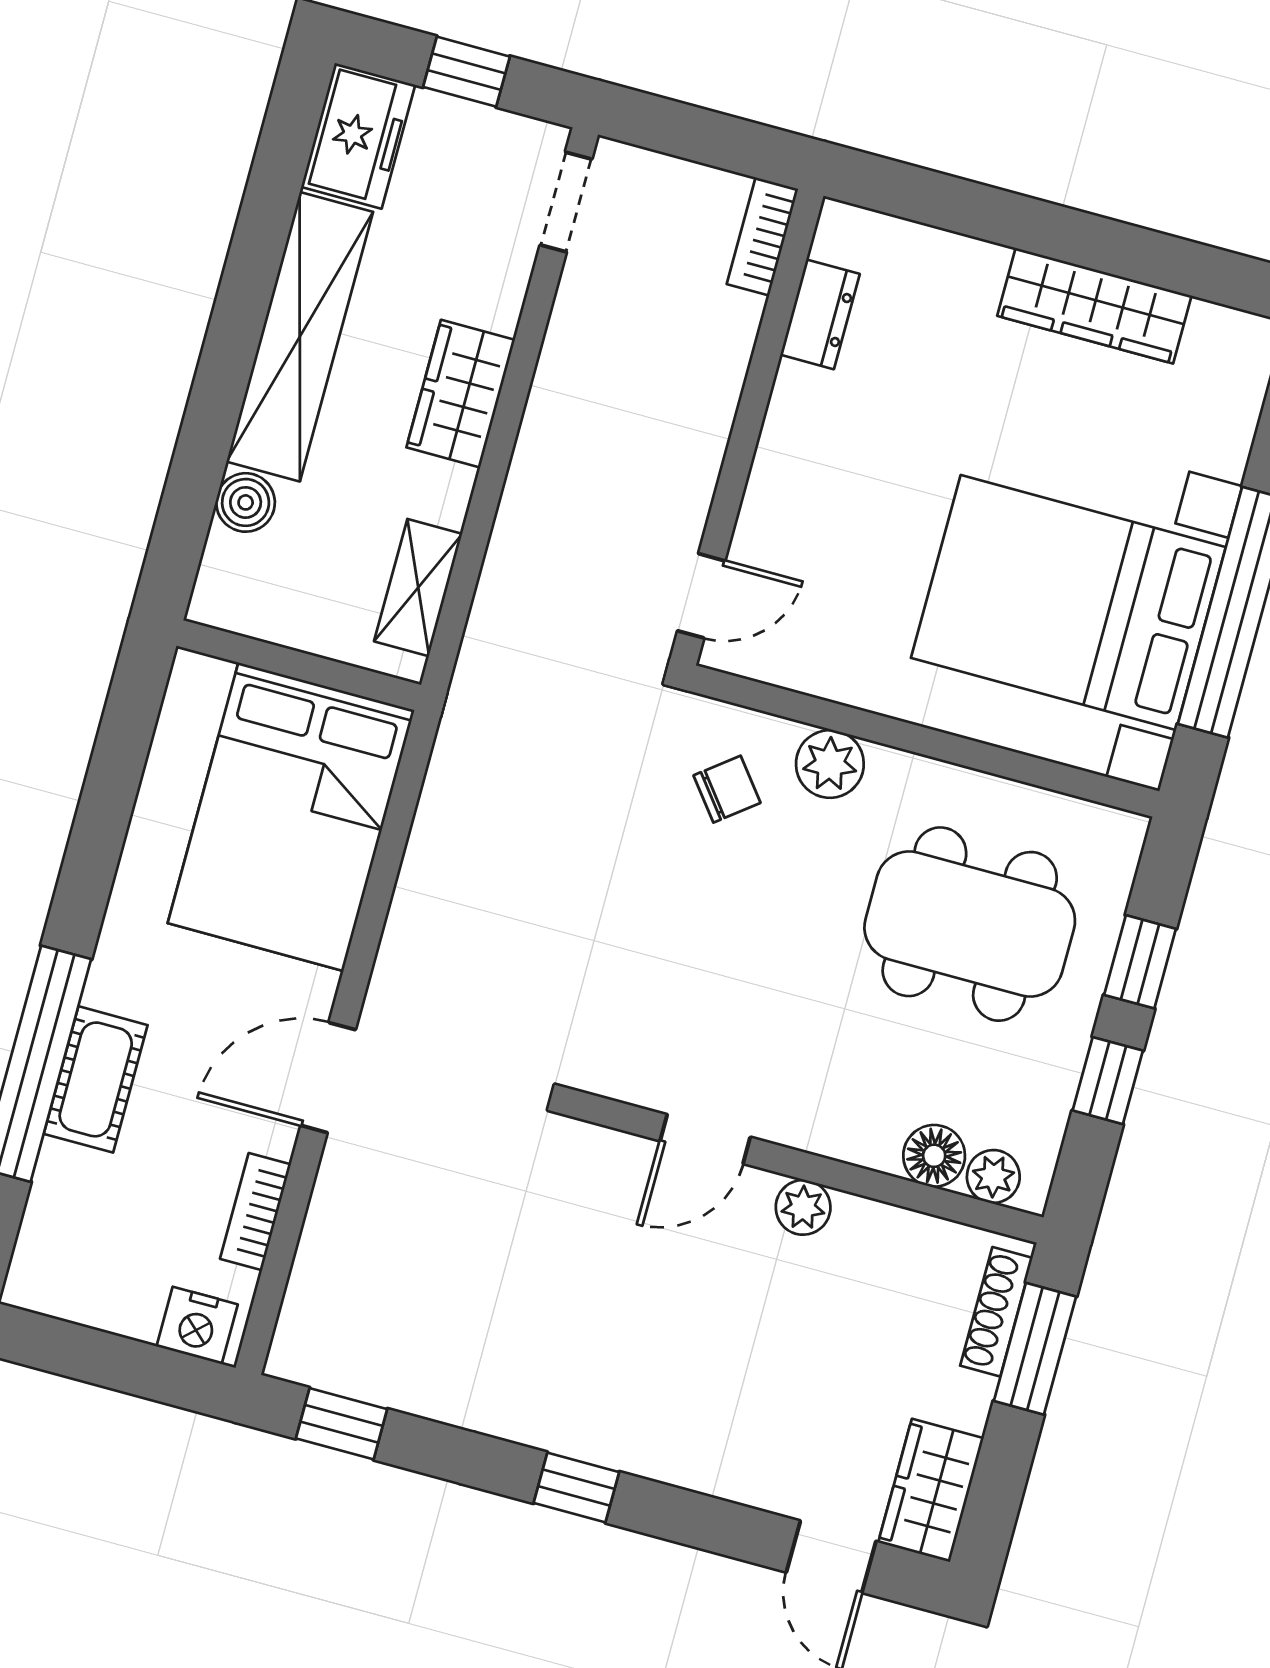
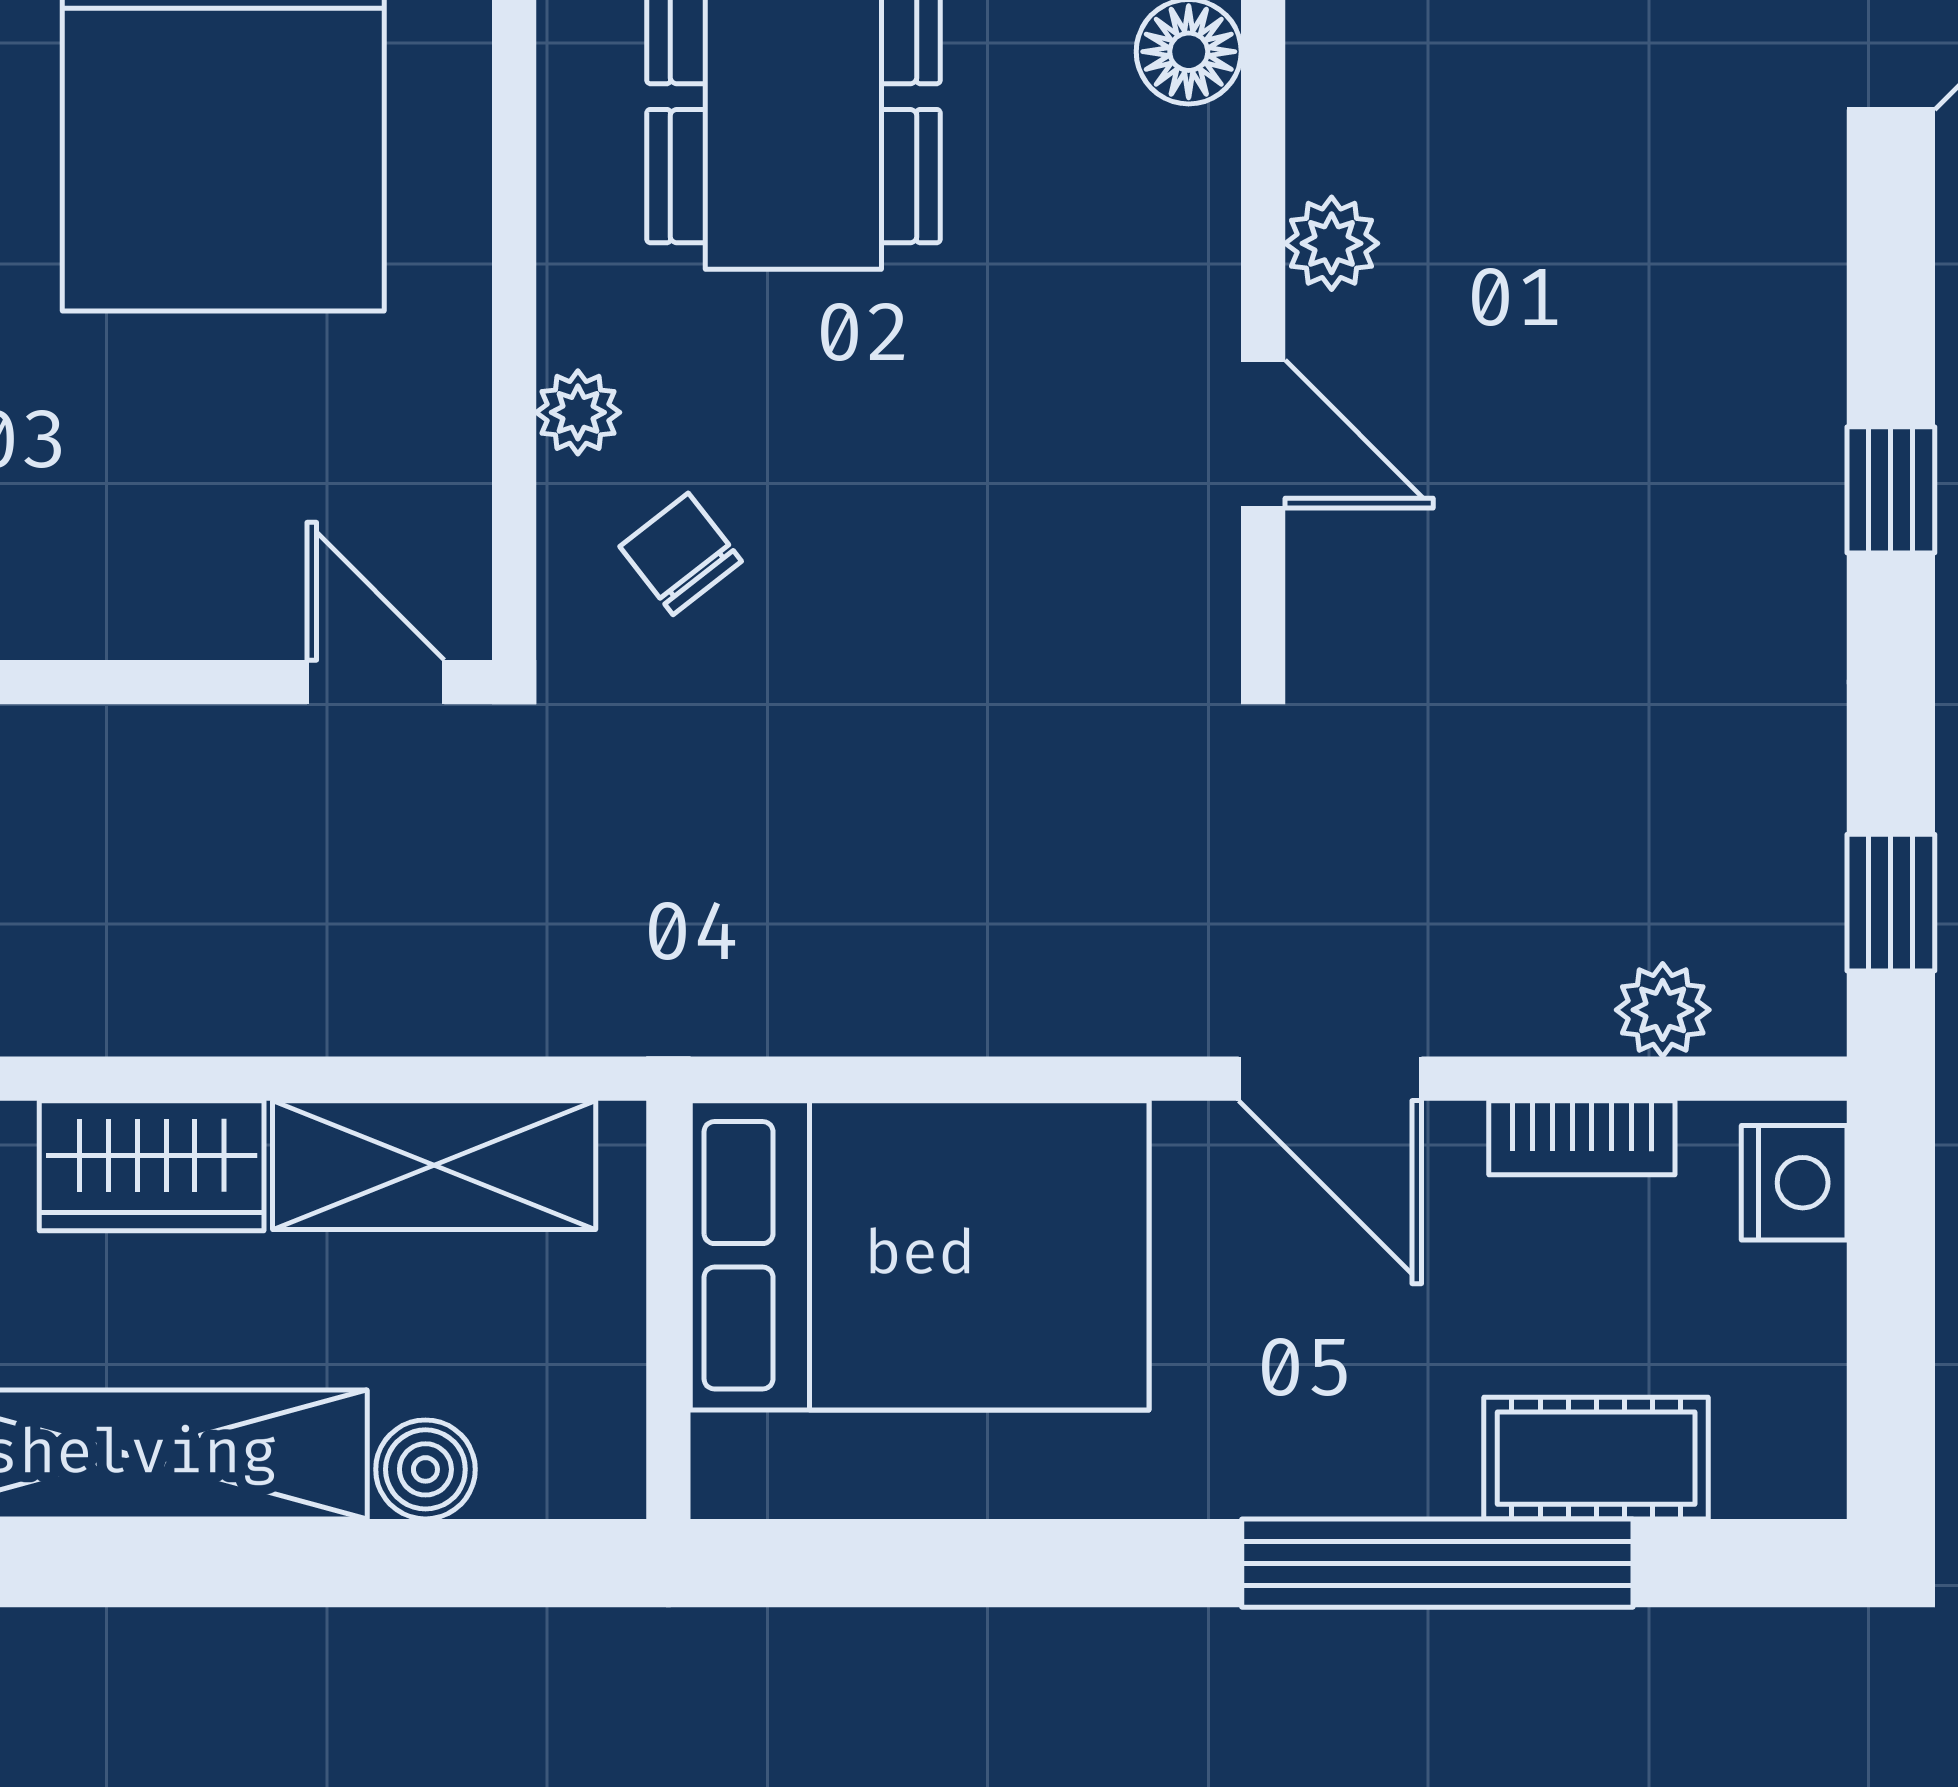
shelving: (418, 588) -> (434, 1165), width x1.50, depth x1.33
plant: (830, 764) -> (578, 412), width x0.73, depth x0.73
cot: (96, 1079) -> (1596, 1458), moved
plant: (316, 1277) -> (1663, 1010), added

